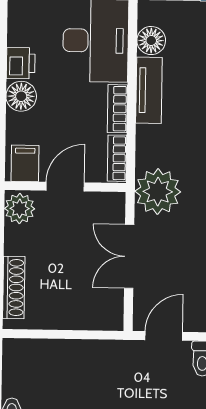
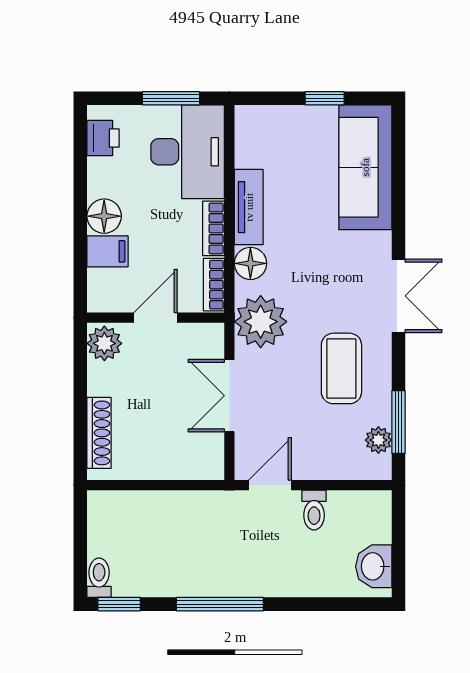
floor lamp: (151, 41) -> (250, 263), moved
printer: (21, 63) -> (103, 138), moved
filing cabinet: (25, 163) -> (108, 251), moved, turned 90

